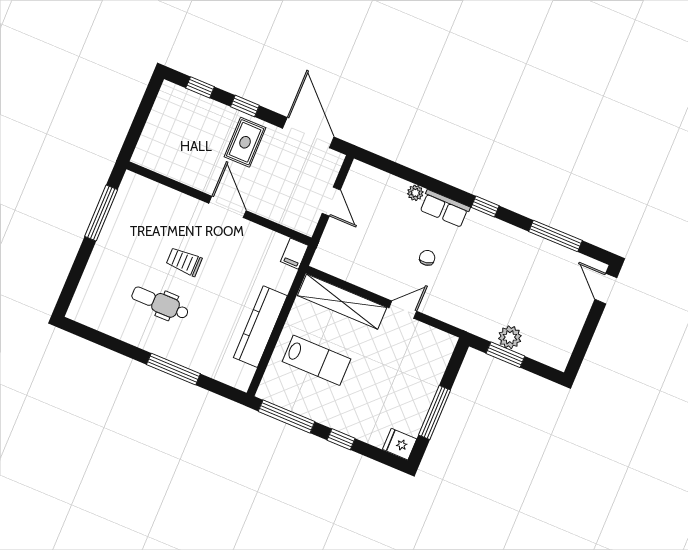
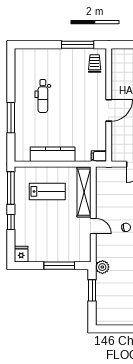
trolley: (184, 262) -> (95, 64), moved
dental chair: (160, 303) -> (43, 96), turned 180
plant: (510, 337) -> (102, 267), moved
lab bench: (317, 360) -> (47, 191), turned -90
window: (435, 412) -> (59, 266), moved

